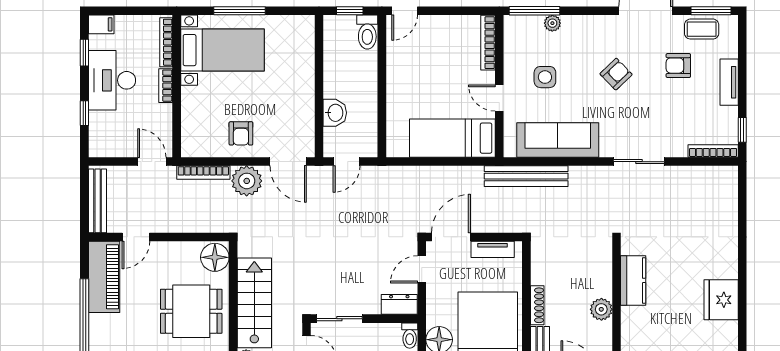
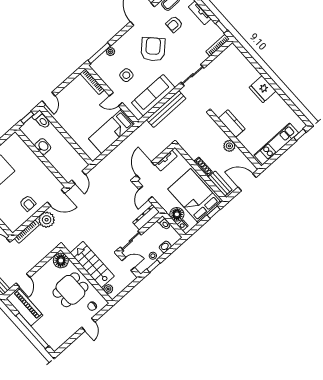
armchair: (616, 74) -> (153, 49), width x1.88, depth x1.88
washbasin: (335, 113) -> (43, 147), moved
bench: (526, 176) -> (166, 109), moved
fridge: (721, 300) -> (263, 89), moved
dresser: (399, 304) -> (146, 217), width x1.44

